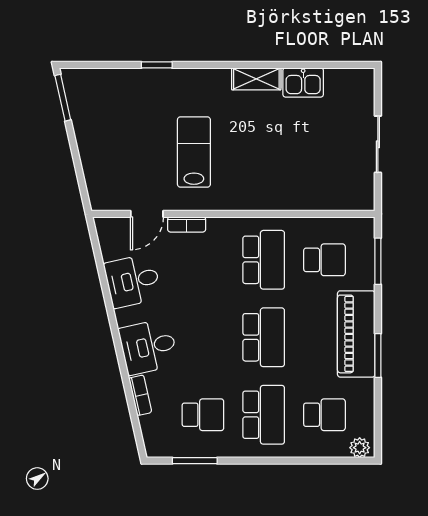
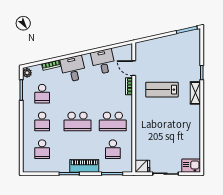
shelving: (256, 79) -> (195, 93), moved
kitchen sink: (303, 82) -> (191, 166), moved, turned 90
lab bench: (194, 152) -> (162, 90), turned 180
fridge: (362, 195) -> (142, 166), added
piano: (356, 334) -> (84, 166), width x0.73, depth x0.75
school desk: (264, 415) -> (42, 121), width x0.54
plant: (360, 448) -> (27, 73), moved

